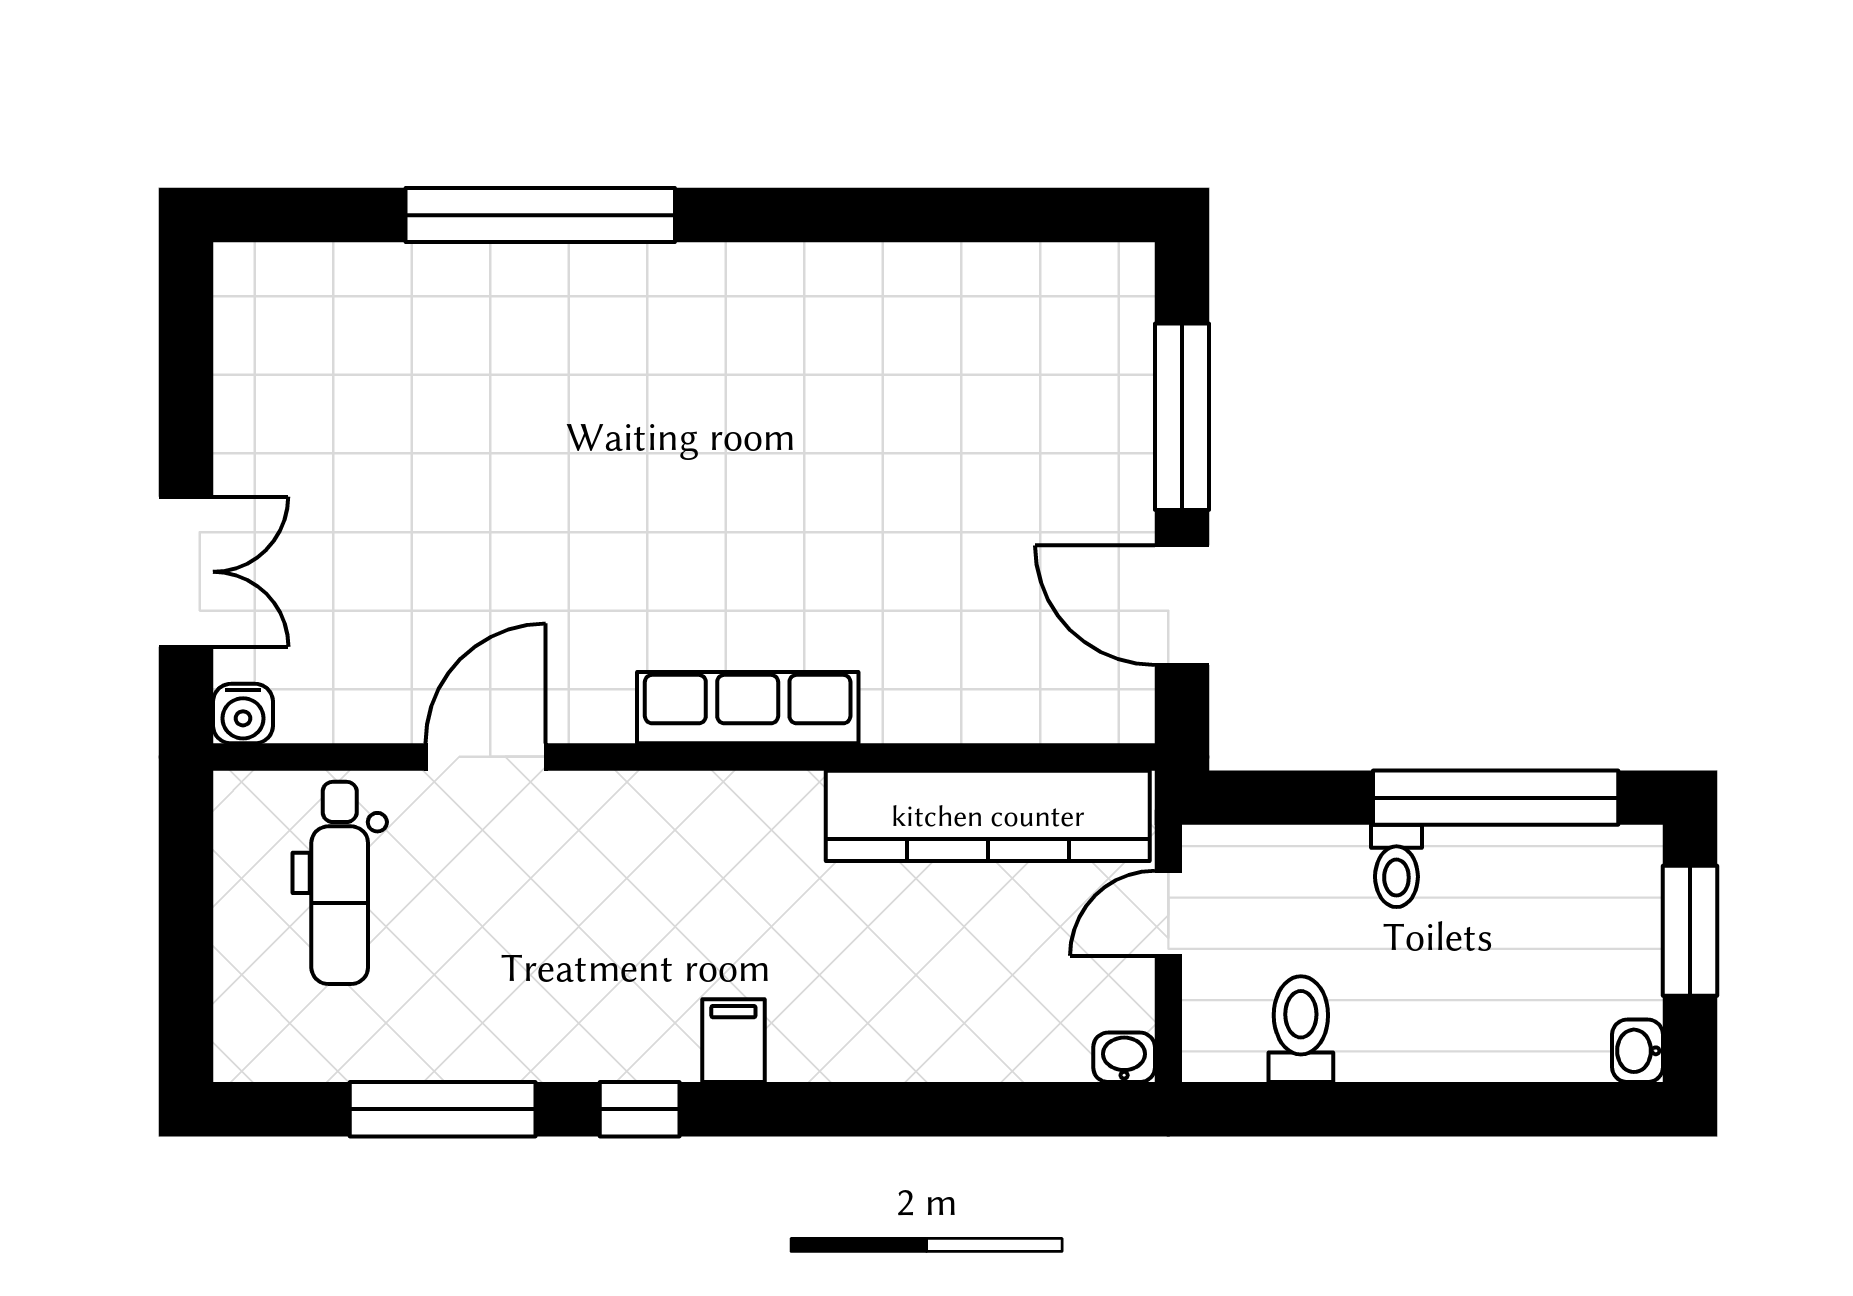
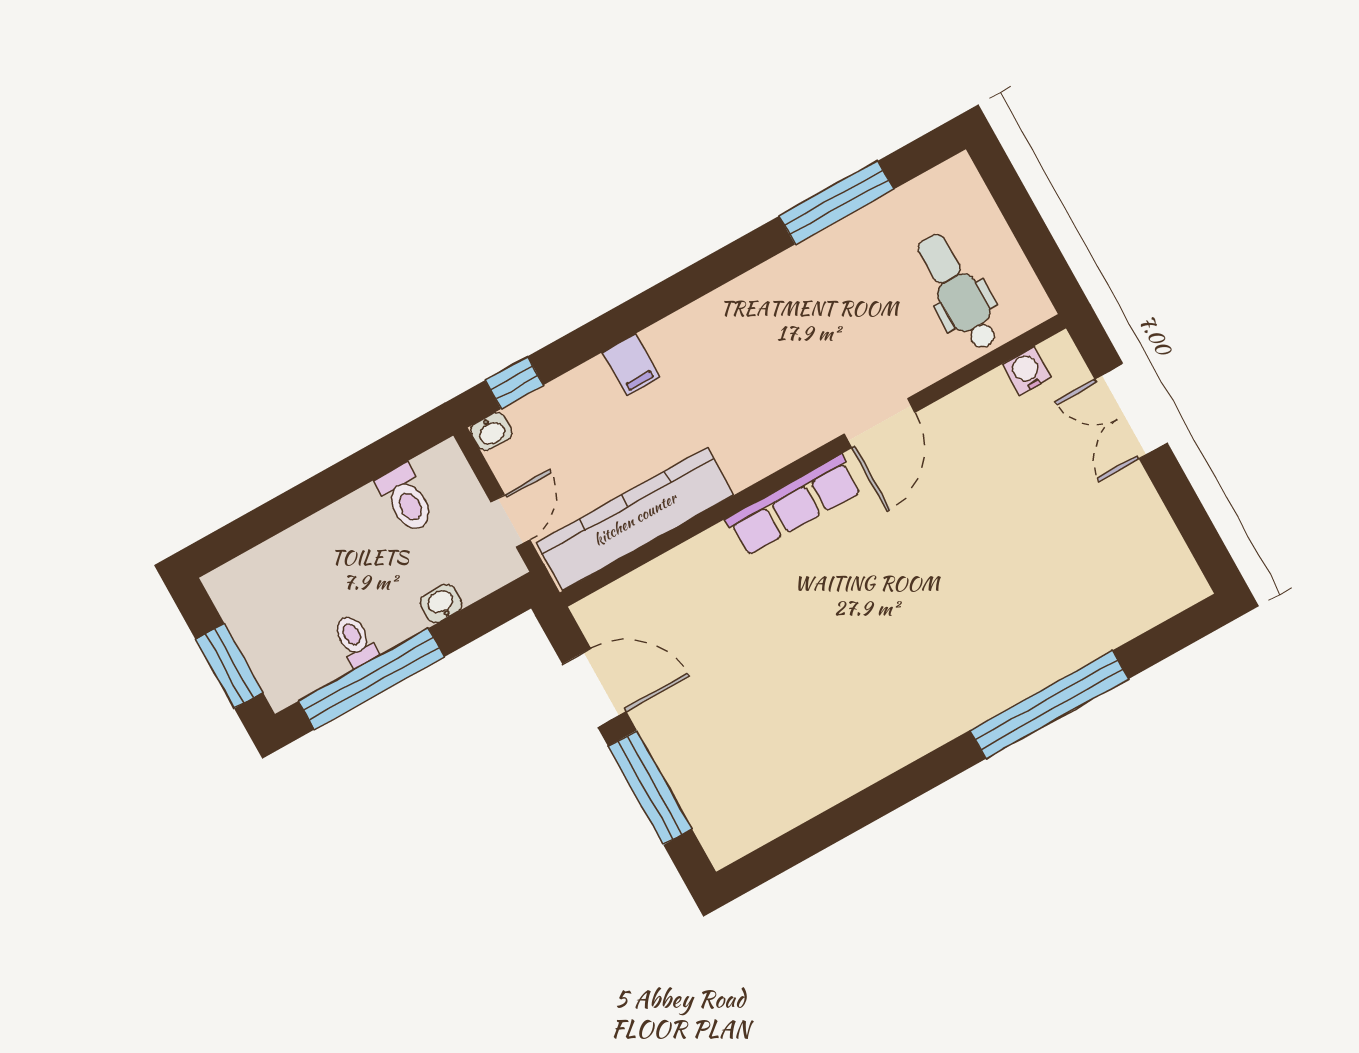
water cooler: (243, 714) -> (1027, 371), moved
door: (486, 757) -> (880, 423), moved
toilet: (1396, 866) -> (355, 641), moved
filing cabinet: (733, 1041) -> (631, 365), moved
washbasin: (1638, 1051) -> (441, 603), moved, turned -90
window: (640, 1109) -> (514, 383), moved

